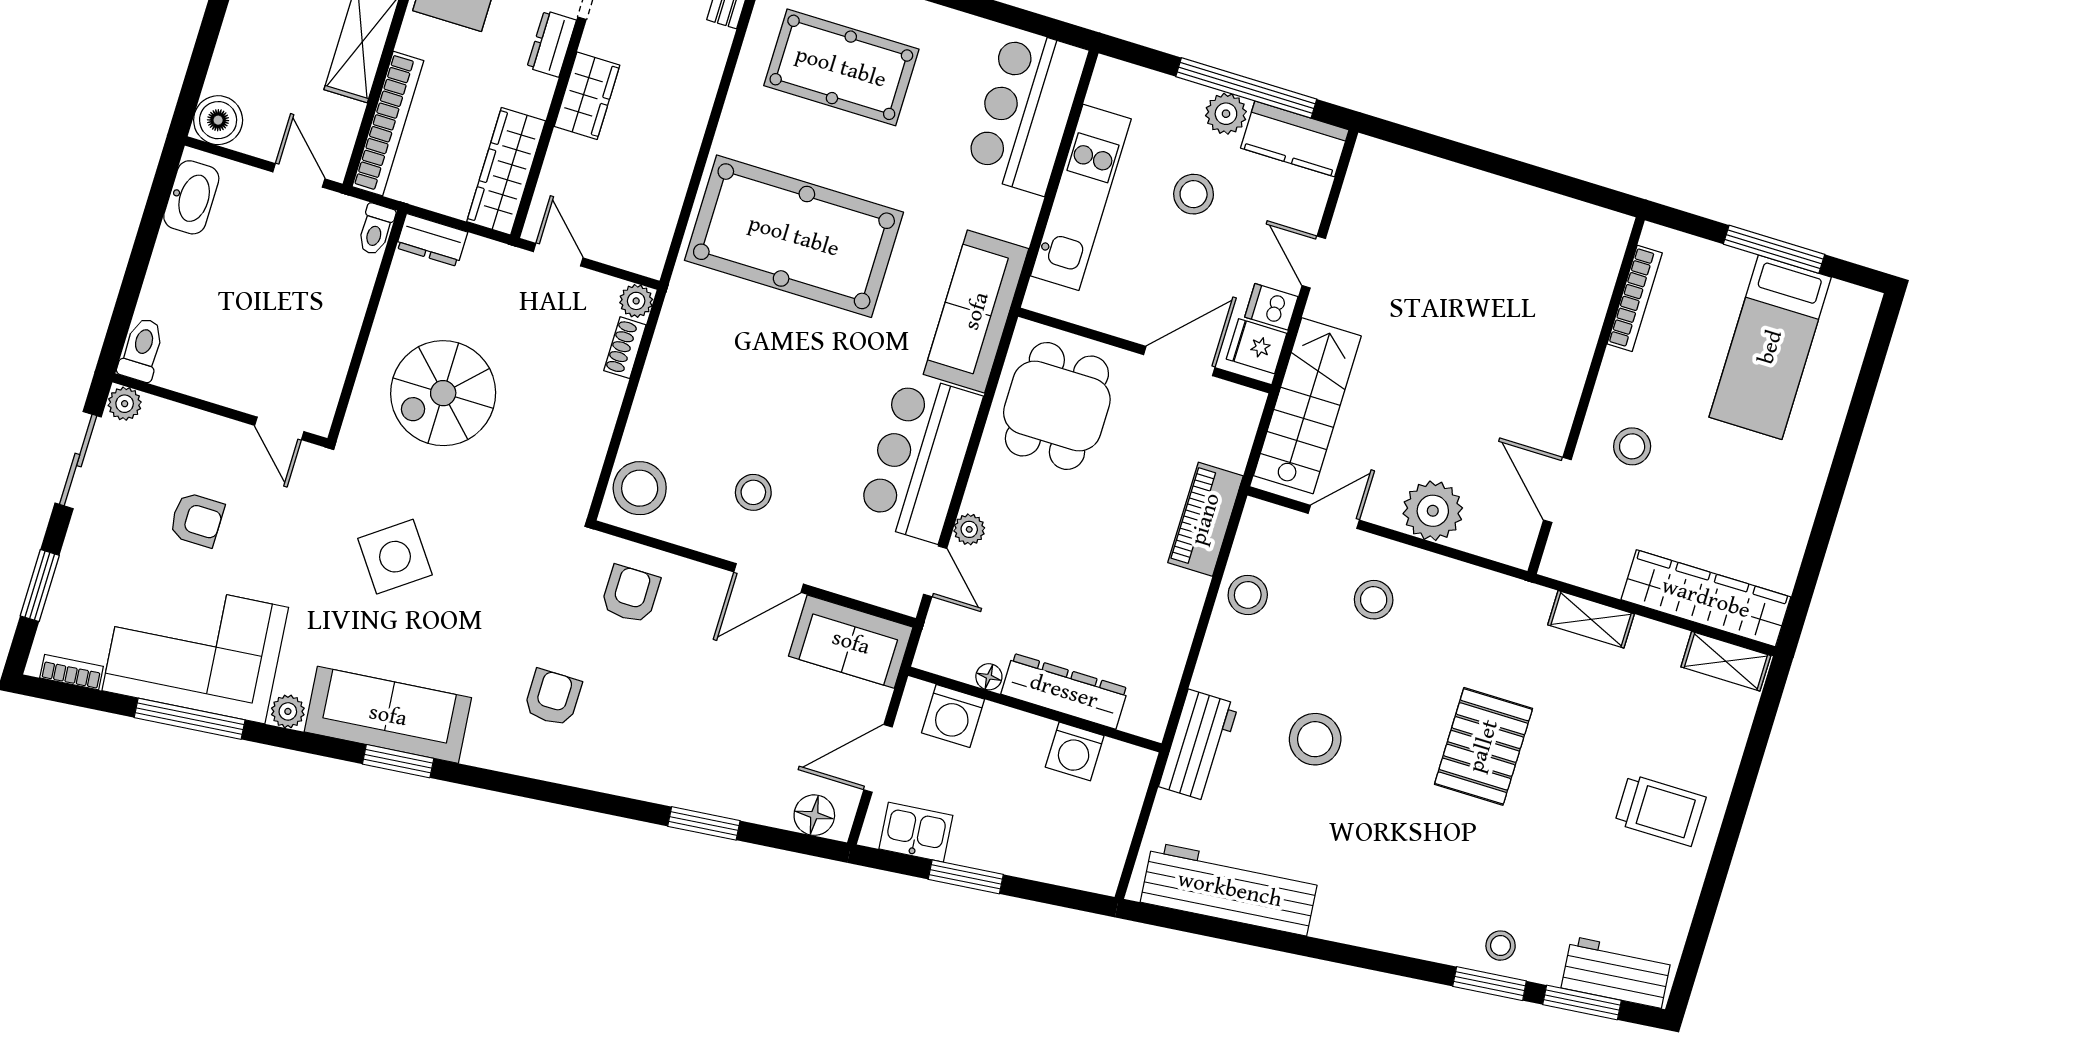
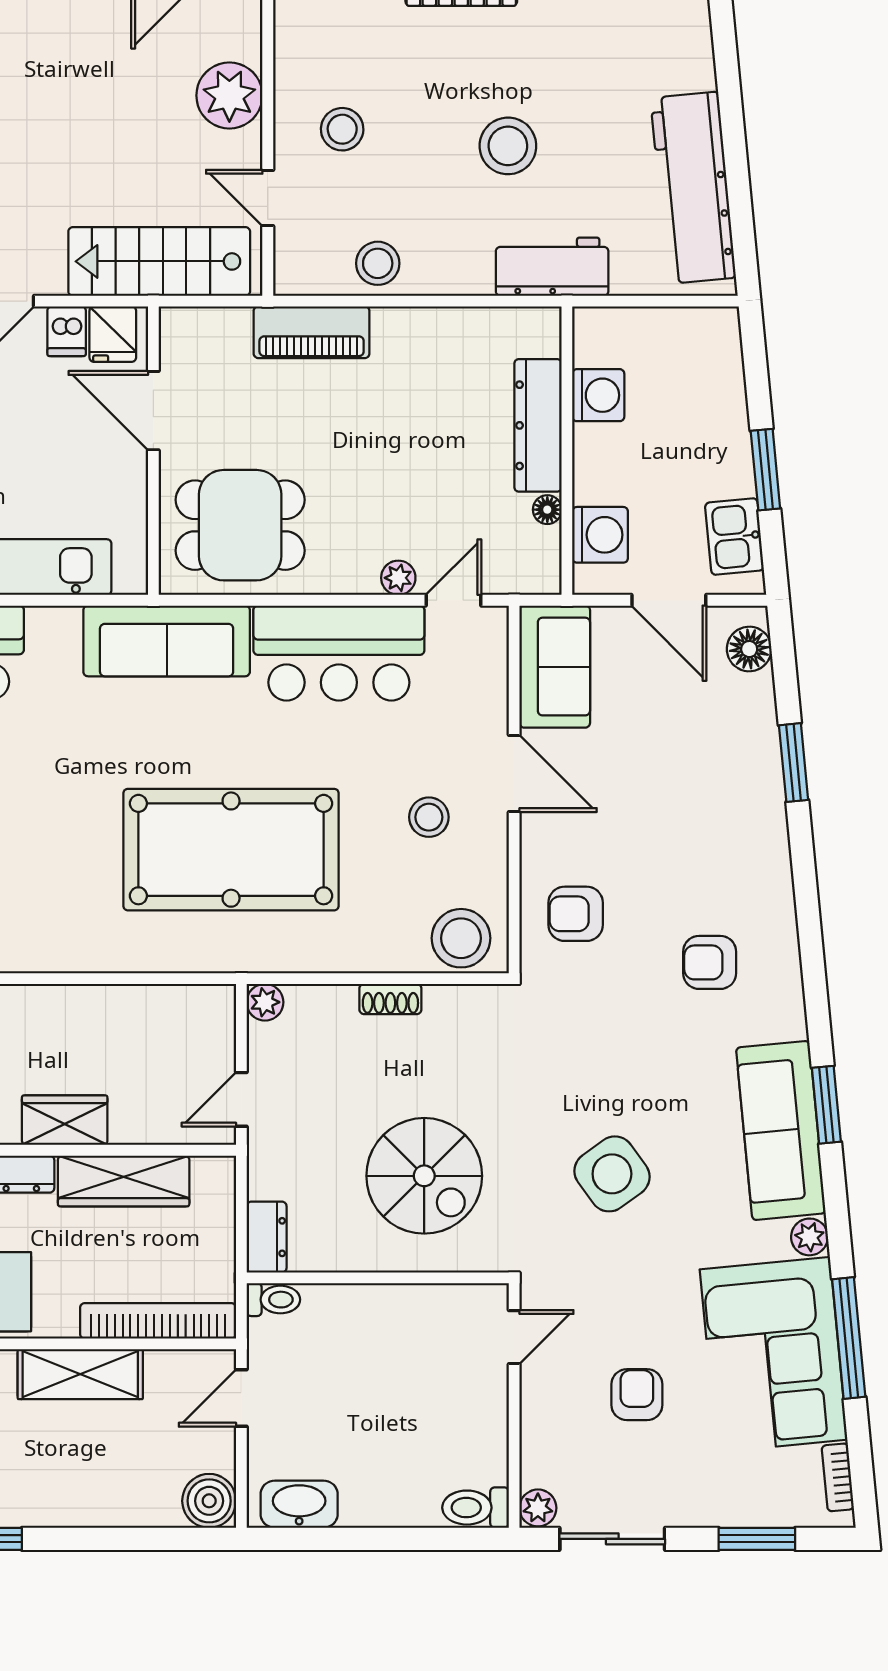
wardrobe: (506, 171) -> (124, 1181), moved
pool table: (794, 236) -> (231, 850), moved, turned 90
shoe rack: (625, 348) -> (390, 999), moved

